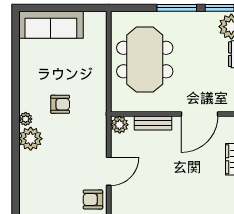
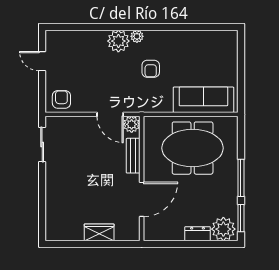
sofa: (51, 25) -> (203, 100), moved, turned 90
door: (200, 114) -> (142, 199), swing flipped
door: (109, 171) -> (110, 114), moved

